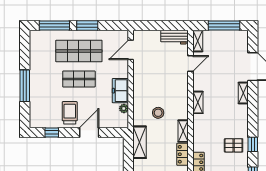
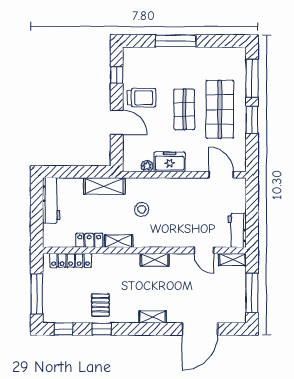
shelving: (243, 93) -> (153, 317), moved

